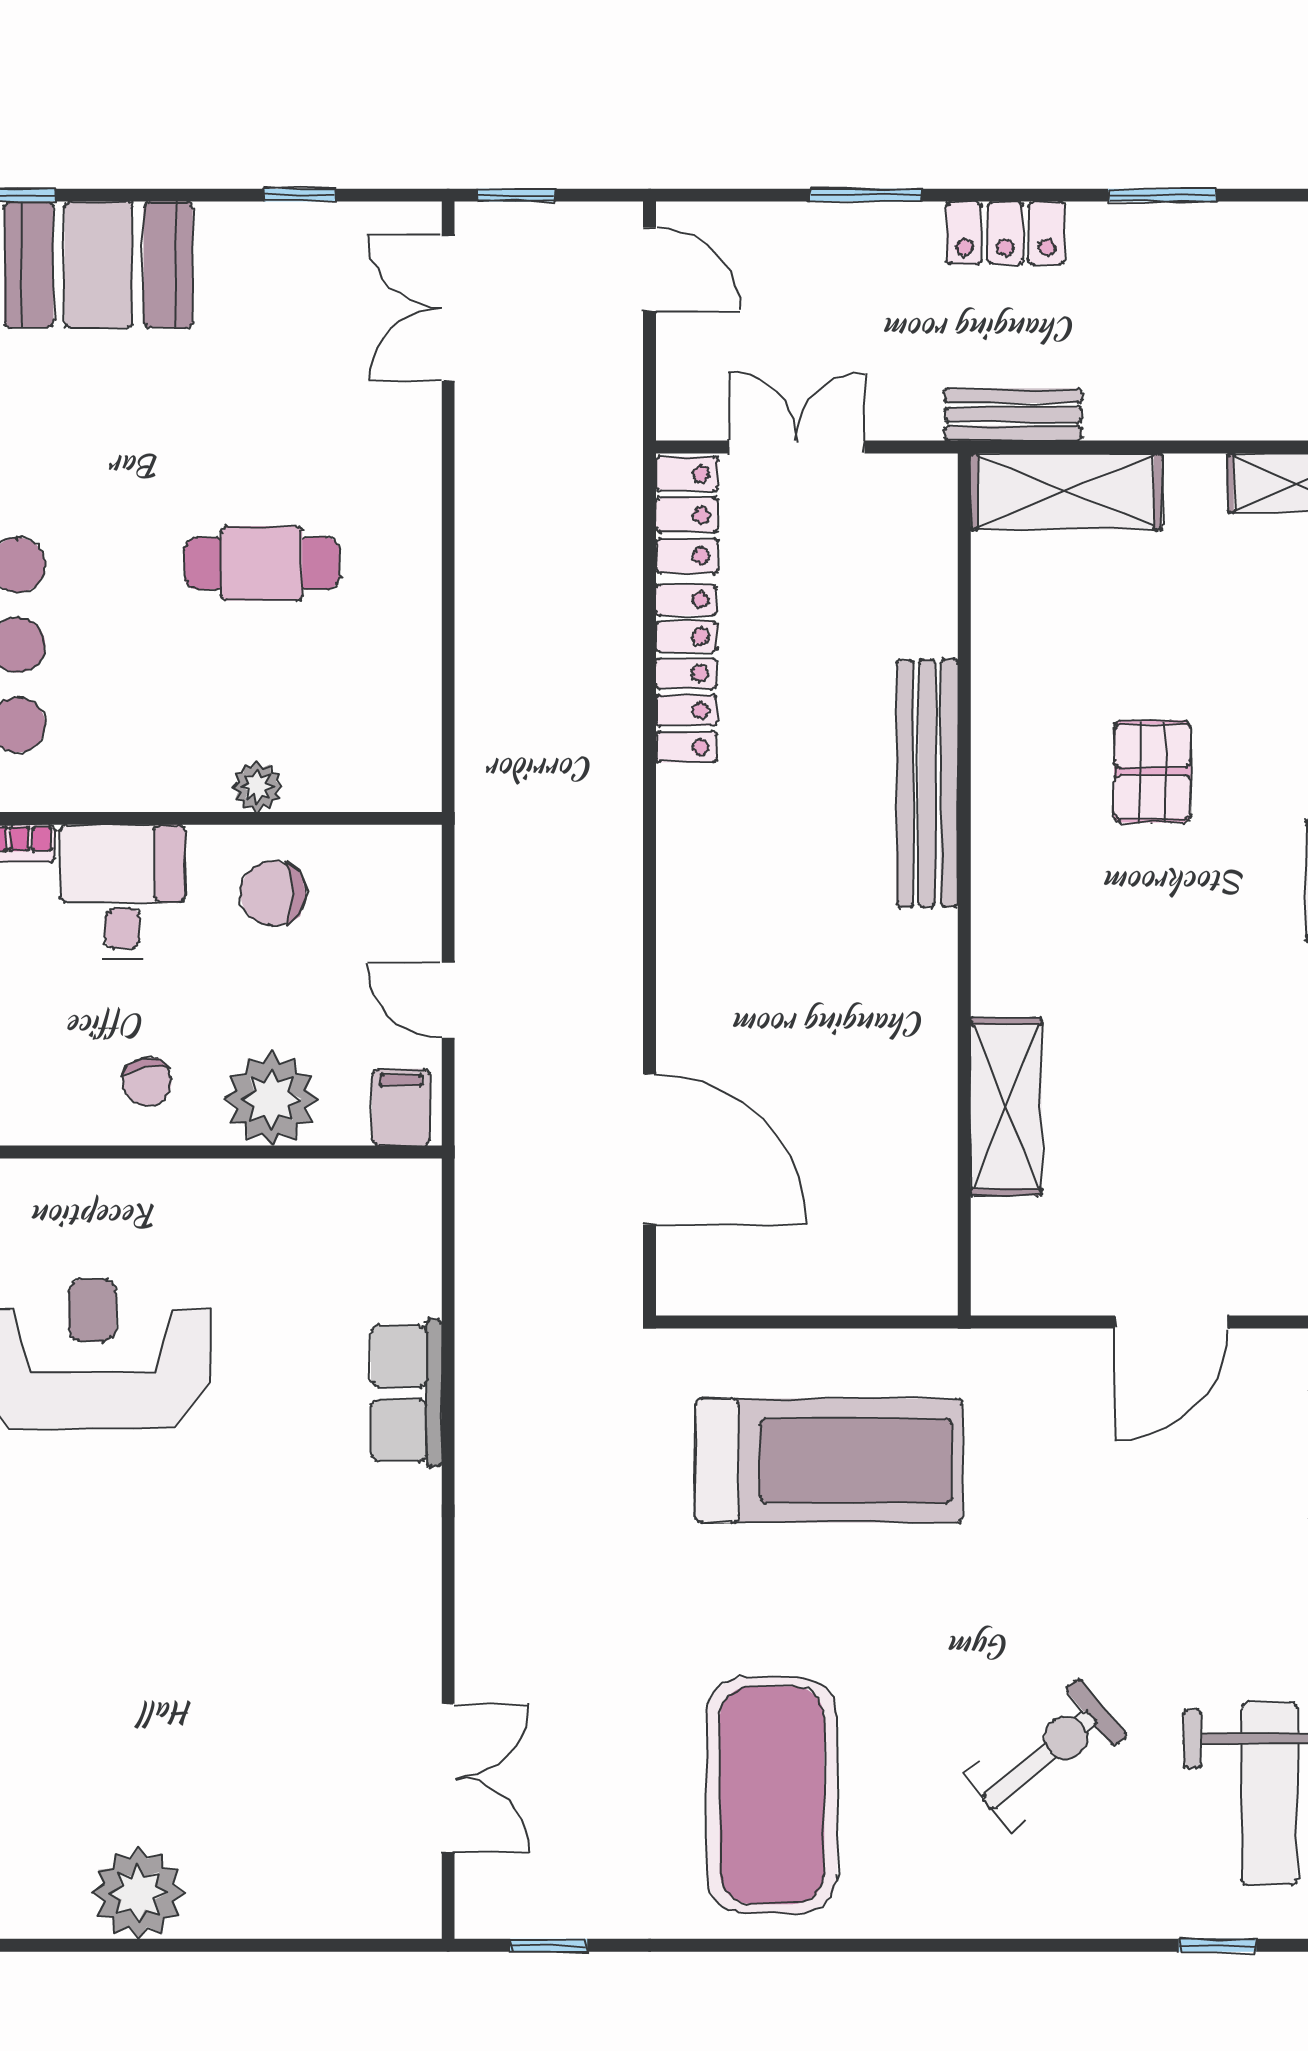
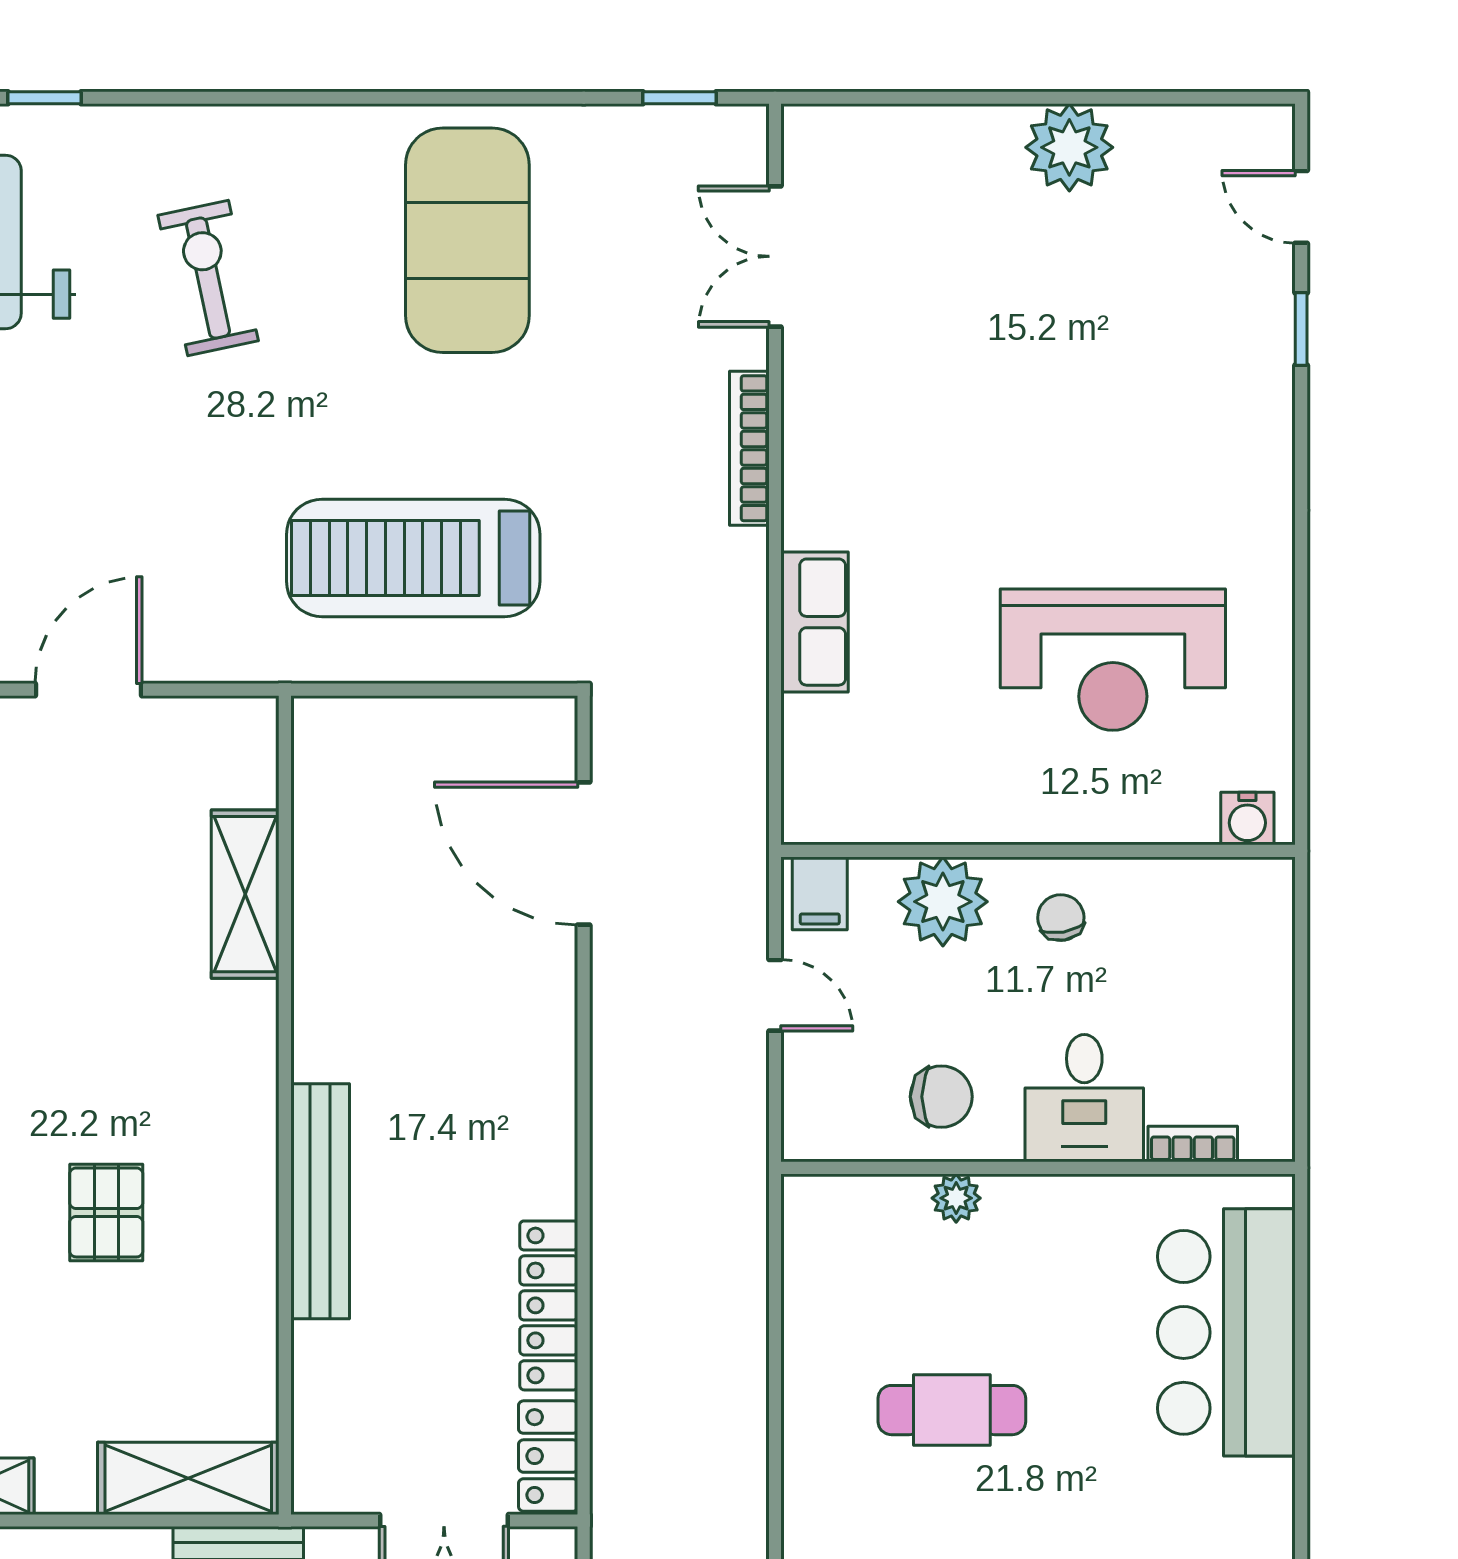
bookcase: (475, 1576) -> (749, 448), added
exercise bike: (1045, 1755) -> (208, 278), turned 118

